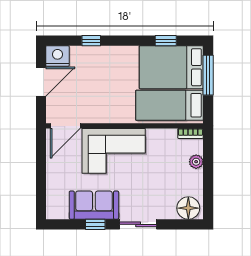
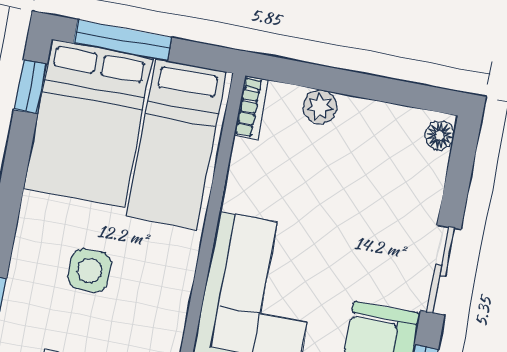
window: (166, 41) -> (31, 87), moved
side table: (110, 79) -> (90, 270), added
floor lamp: (188, 208) -> (440, 135), width x0.53, depth x0.53

